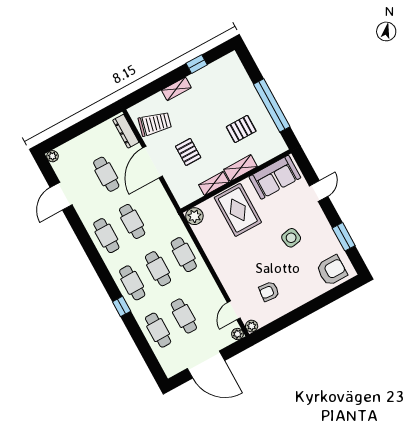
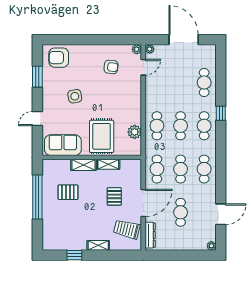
plant: (194, 216) -> (135, 132), moved
cafe table: (184, 316) -> (157, 169), moved

